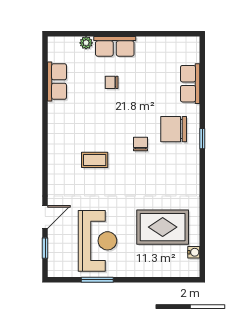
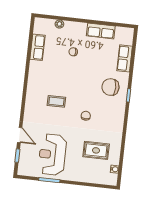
row of seats: (115, 46) -> (101, 31), moved
chair: (140, 144) -> (86, 116), moved
door: (45, 217) -> (20, 135), hinge flipped
rug: (163, 227) -> (96, 150), width x0.73, depth x0.70
reception desk: (97, 241) -> (52, 155), turned 180

